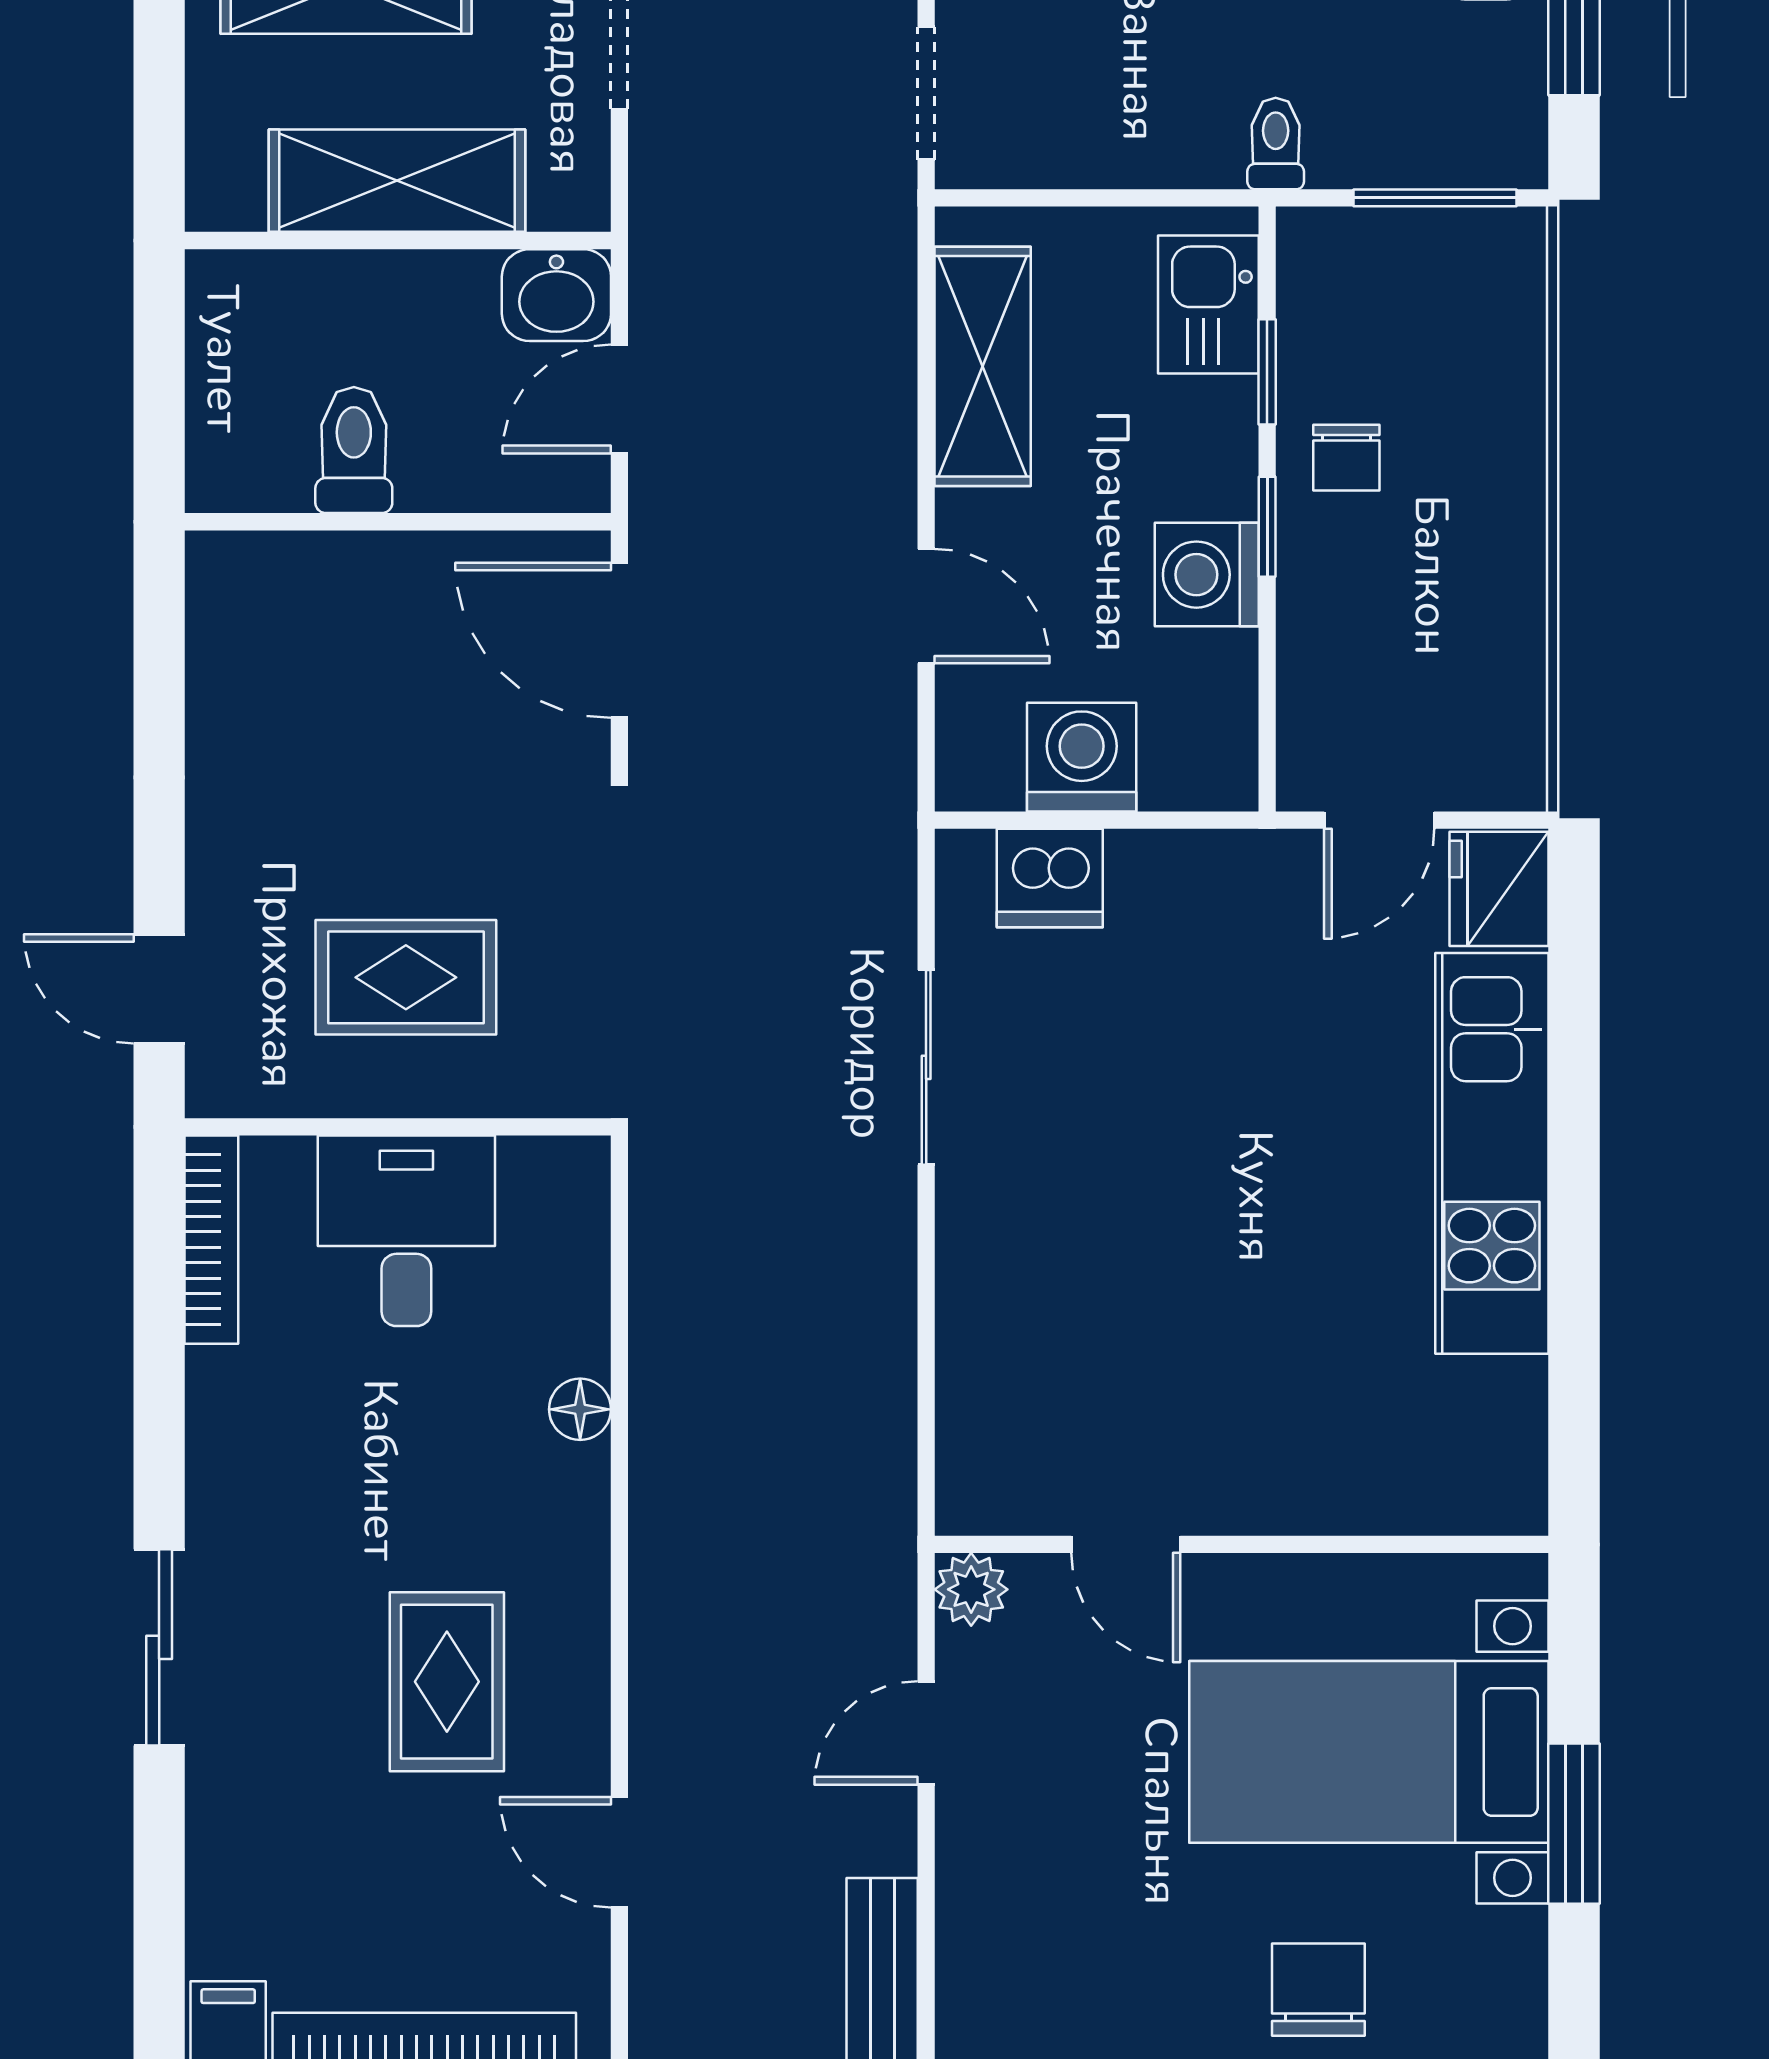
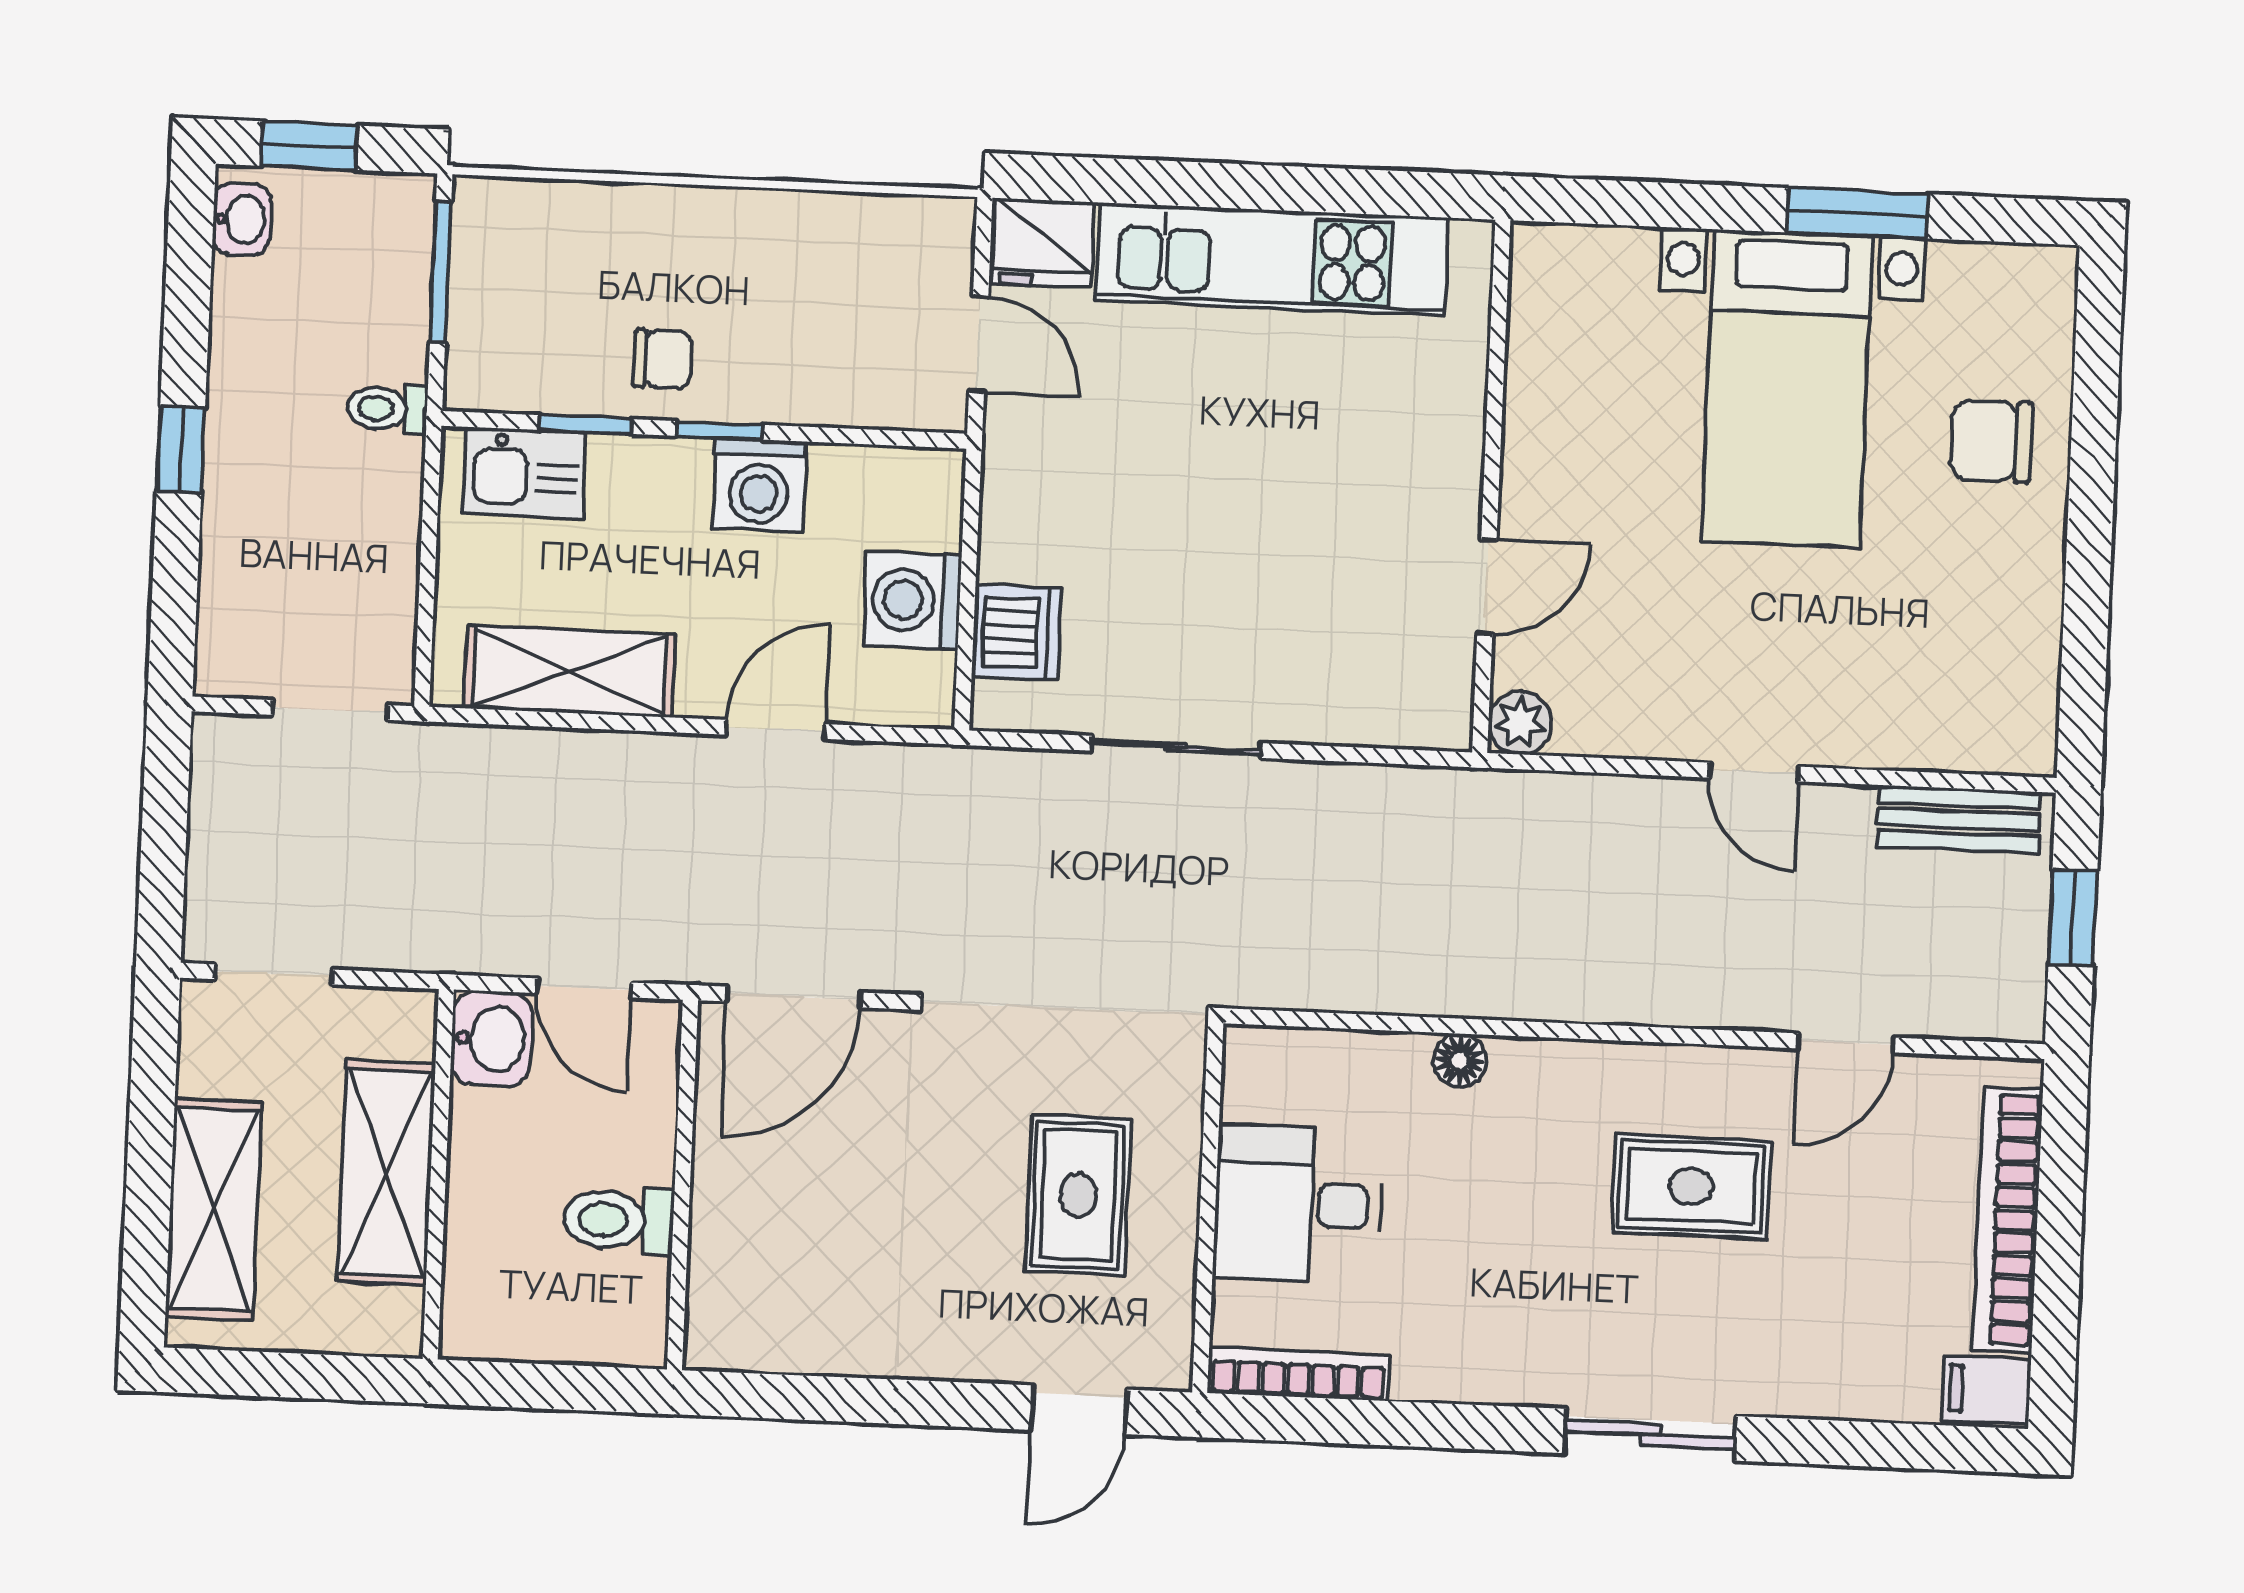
door: (1126, 1544) -> (1487, 587), moved
wall: (1242, 1544) -> (1491, 486), moved
plant: (971, 1589) -> (1520, 723), moved

